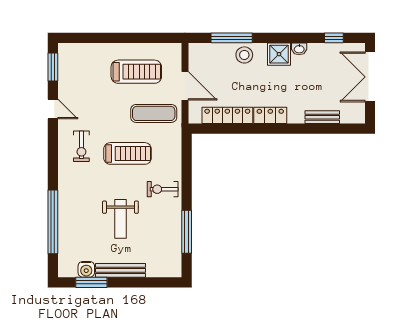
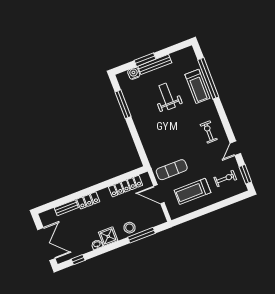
door: (53, 109) -> (235, 148), hinge flipped
locker: (270, 115) -> (88, 200), moved
treadmill: (128, 153) -> (197, 86), moved, turned -90
exercise bike: (163, 189) -> (225, 179), moved
water cooler: (86, 269) -> (134, 73), moved
window: (91, 282) -> (145, 60), moved

